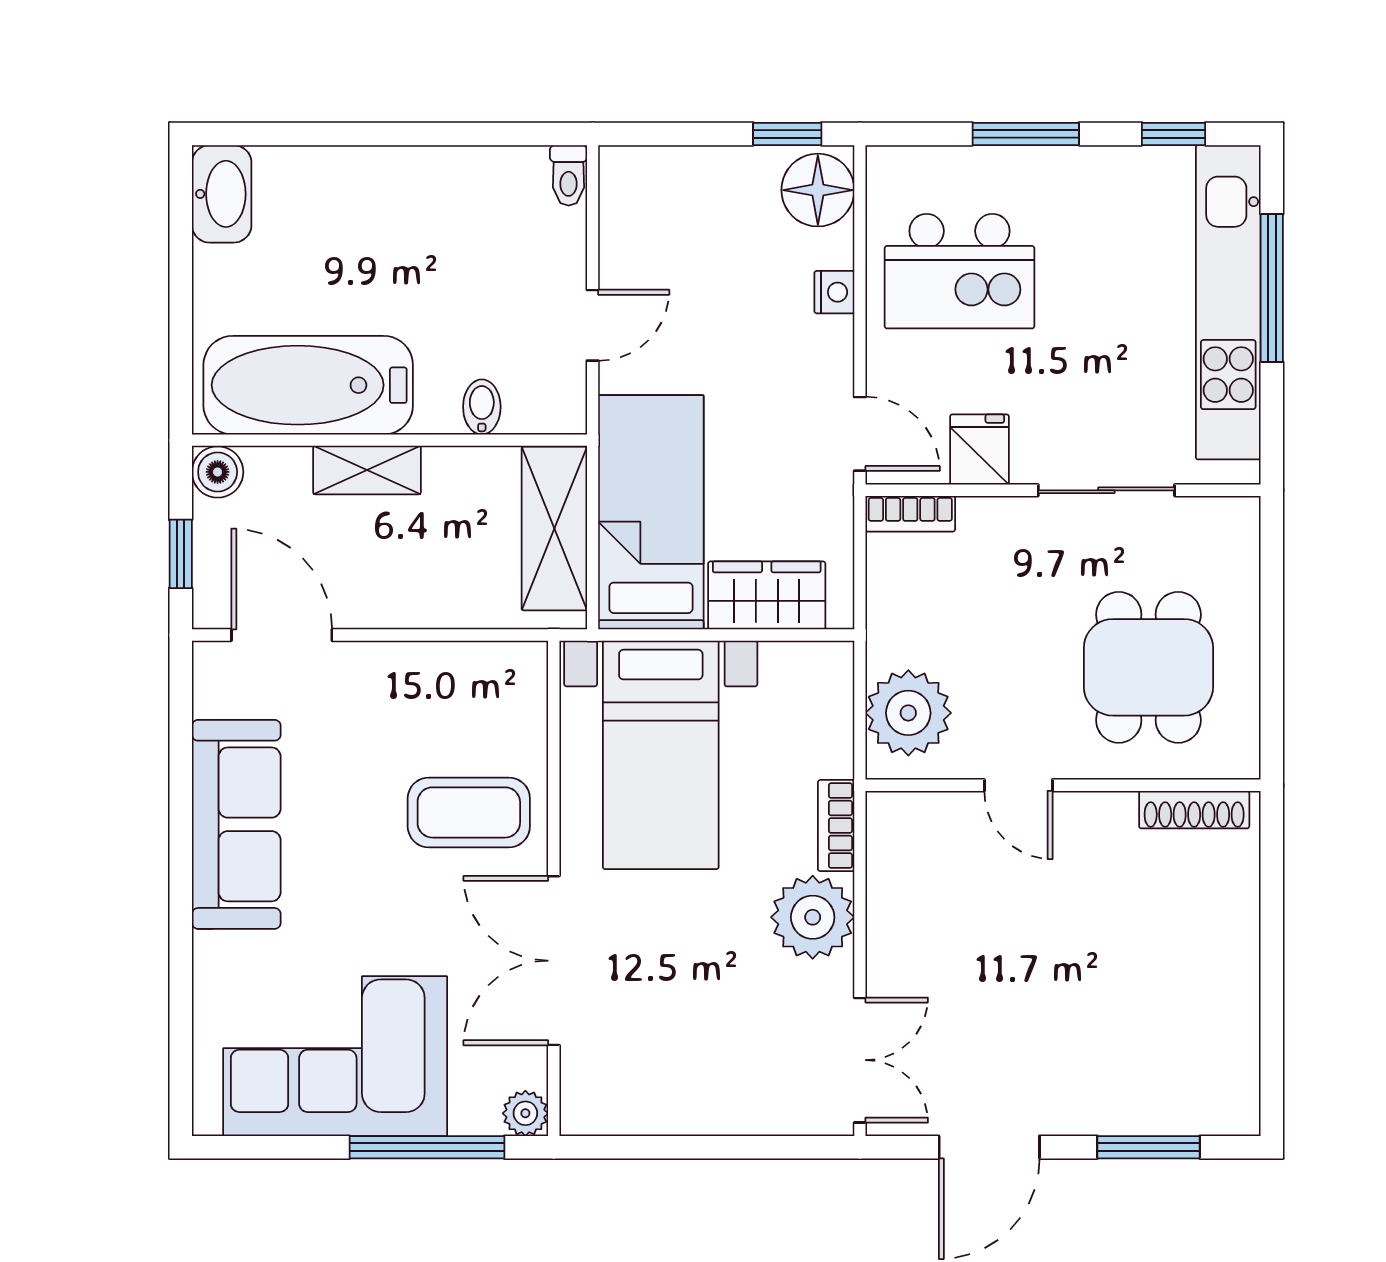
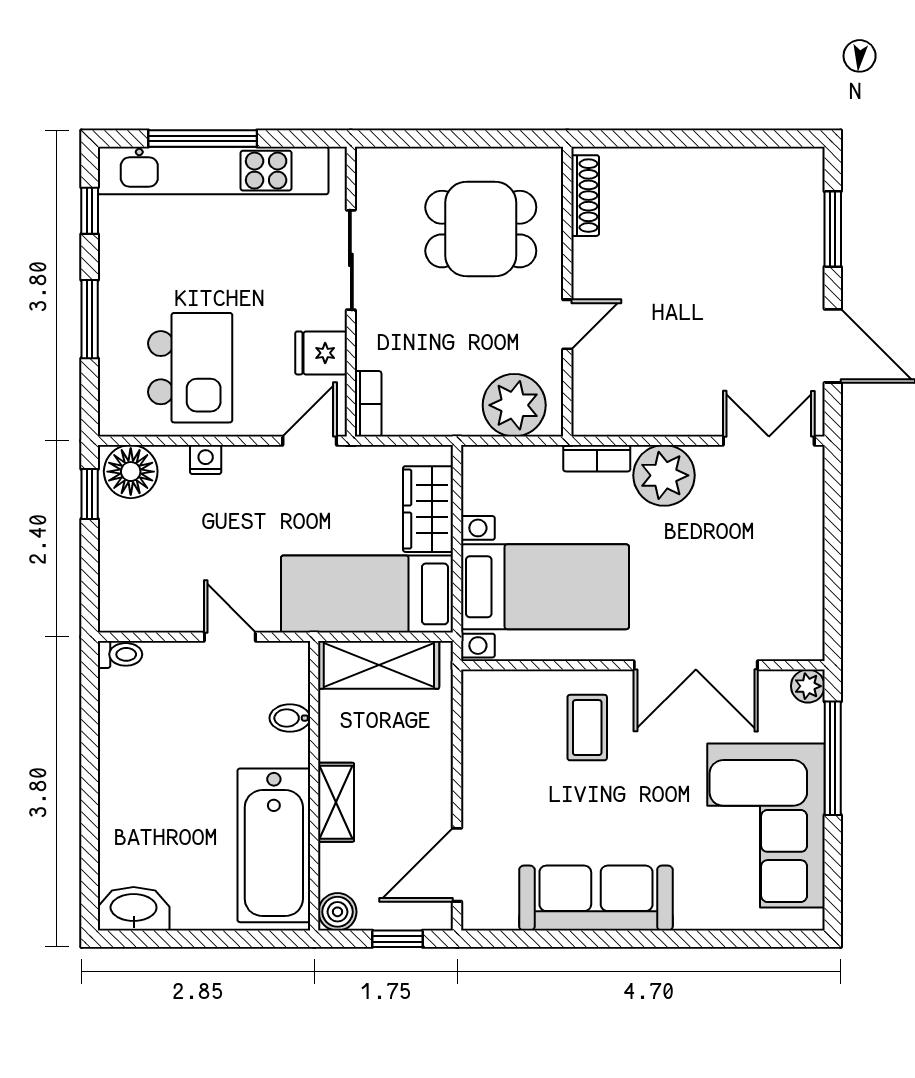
coffee table: (469, 812) -> (587, 728), width x0.73, depth x0.77

